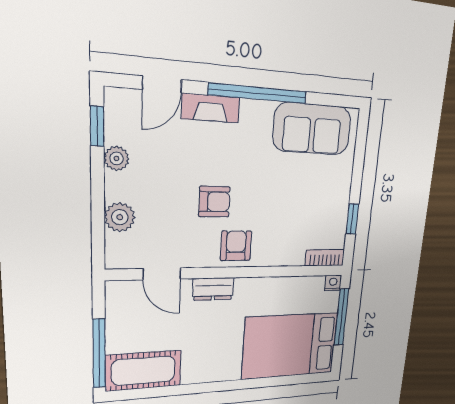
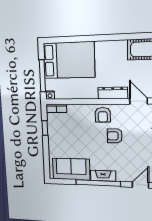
fireplace: (211, 108) -> (103, 176), moved
dresser: (213, 289) -> (113, 93), width x1.44

